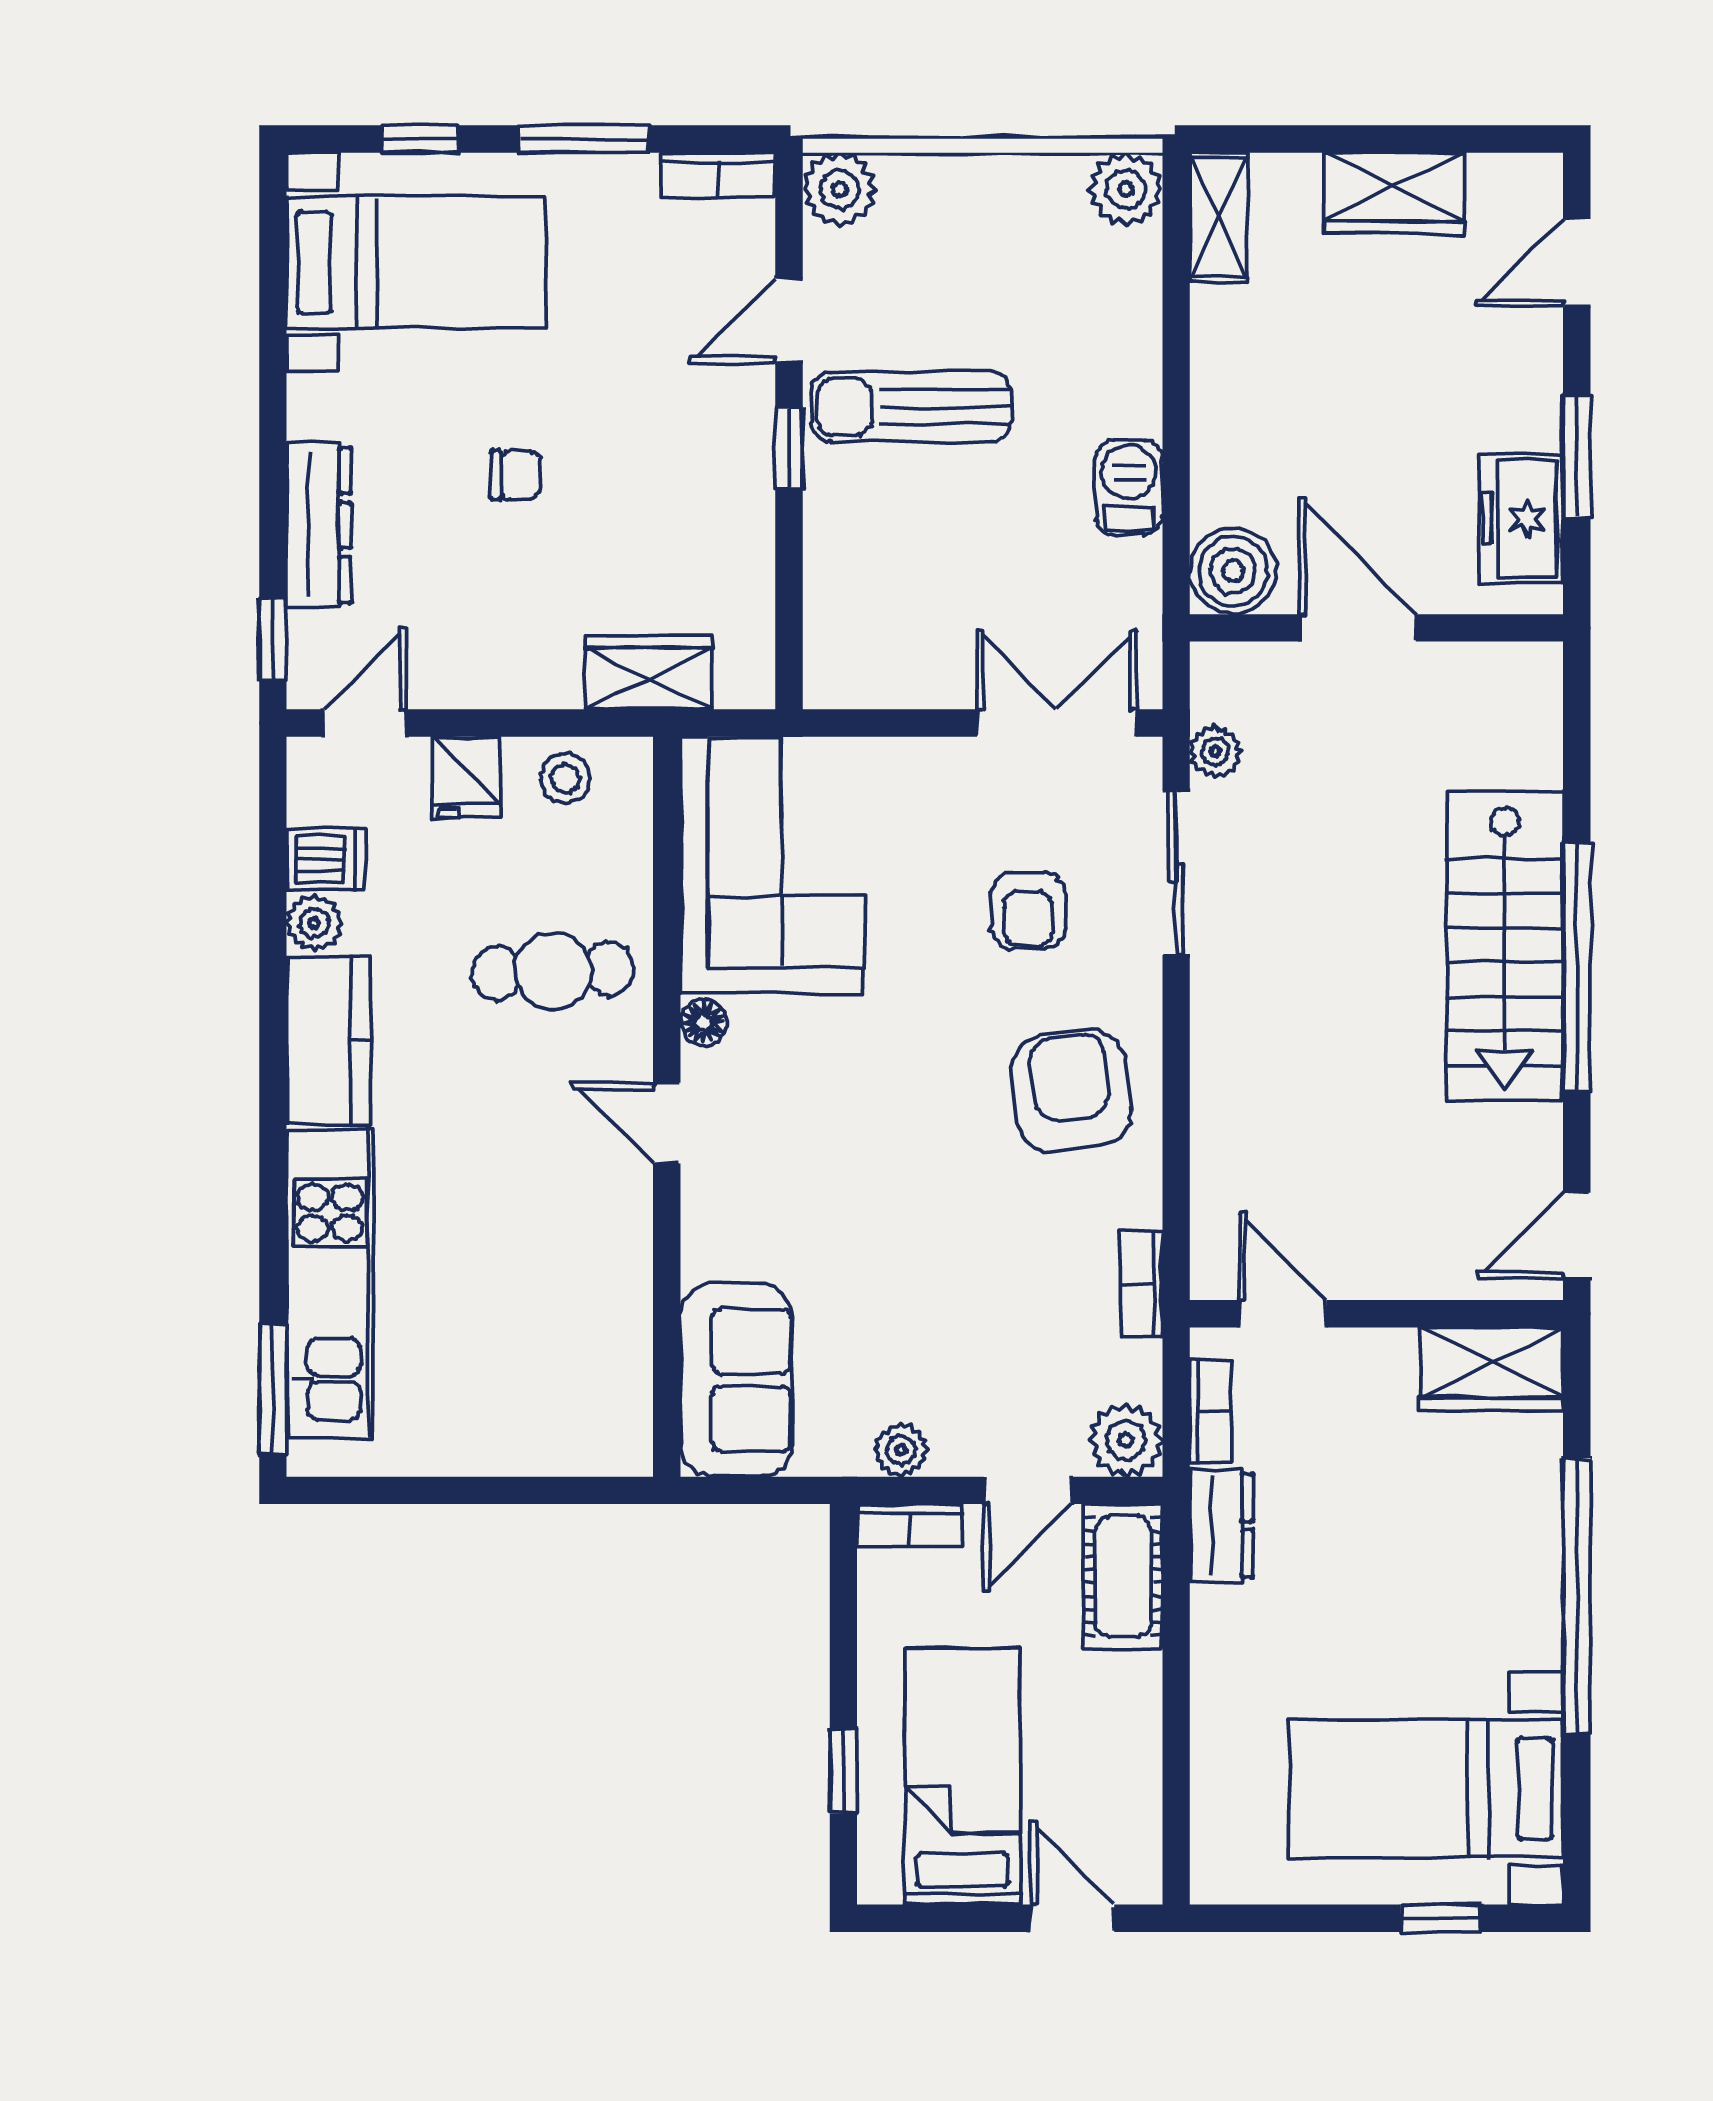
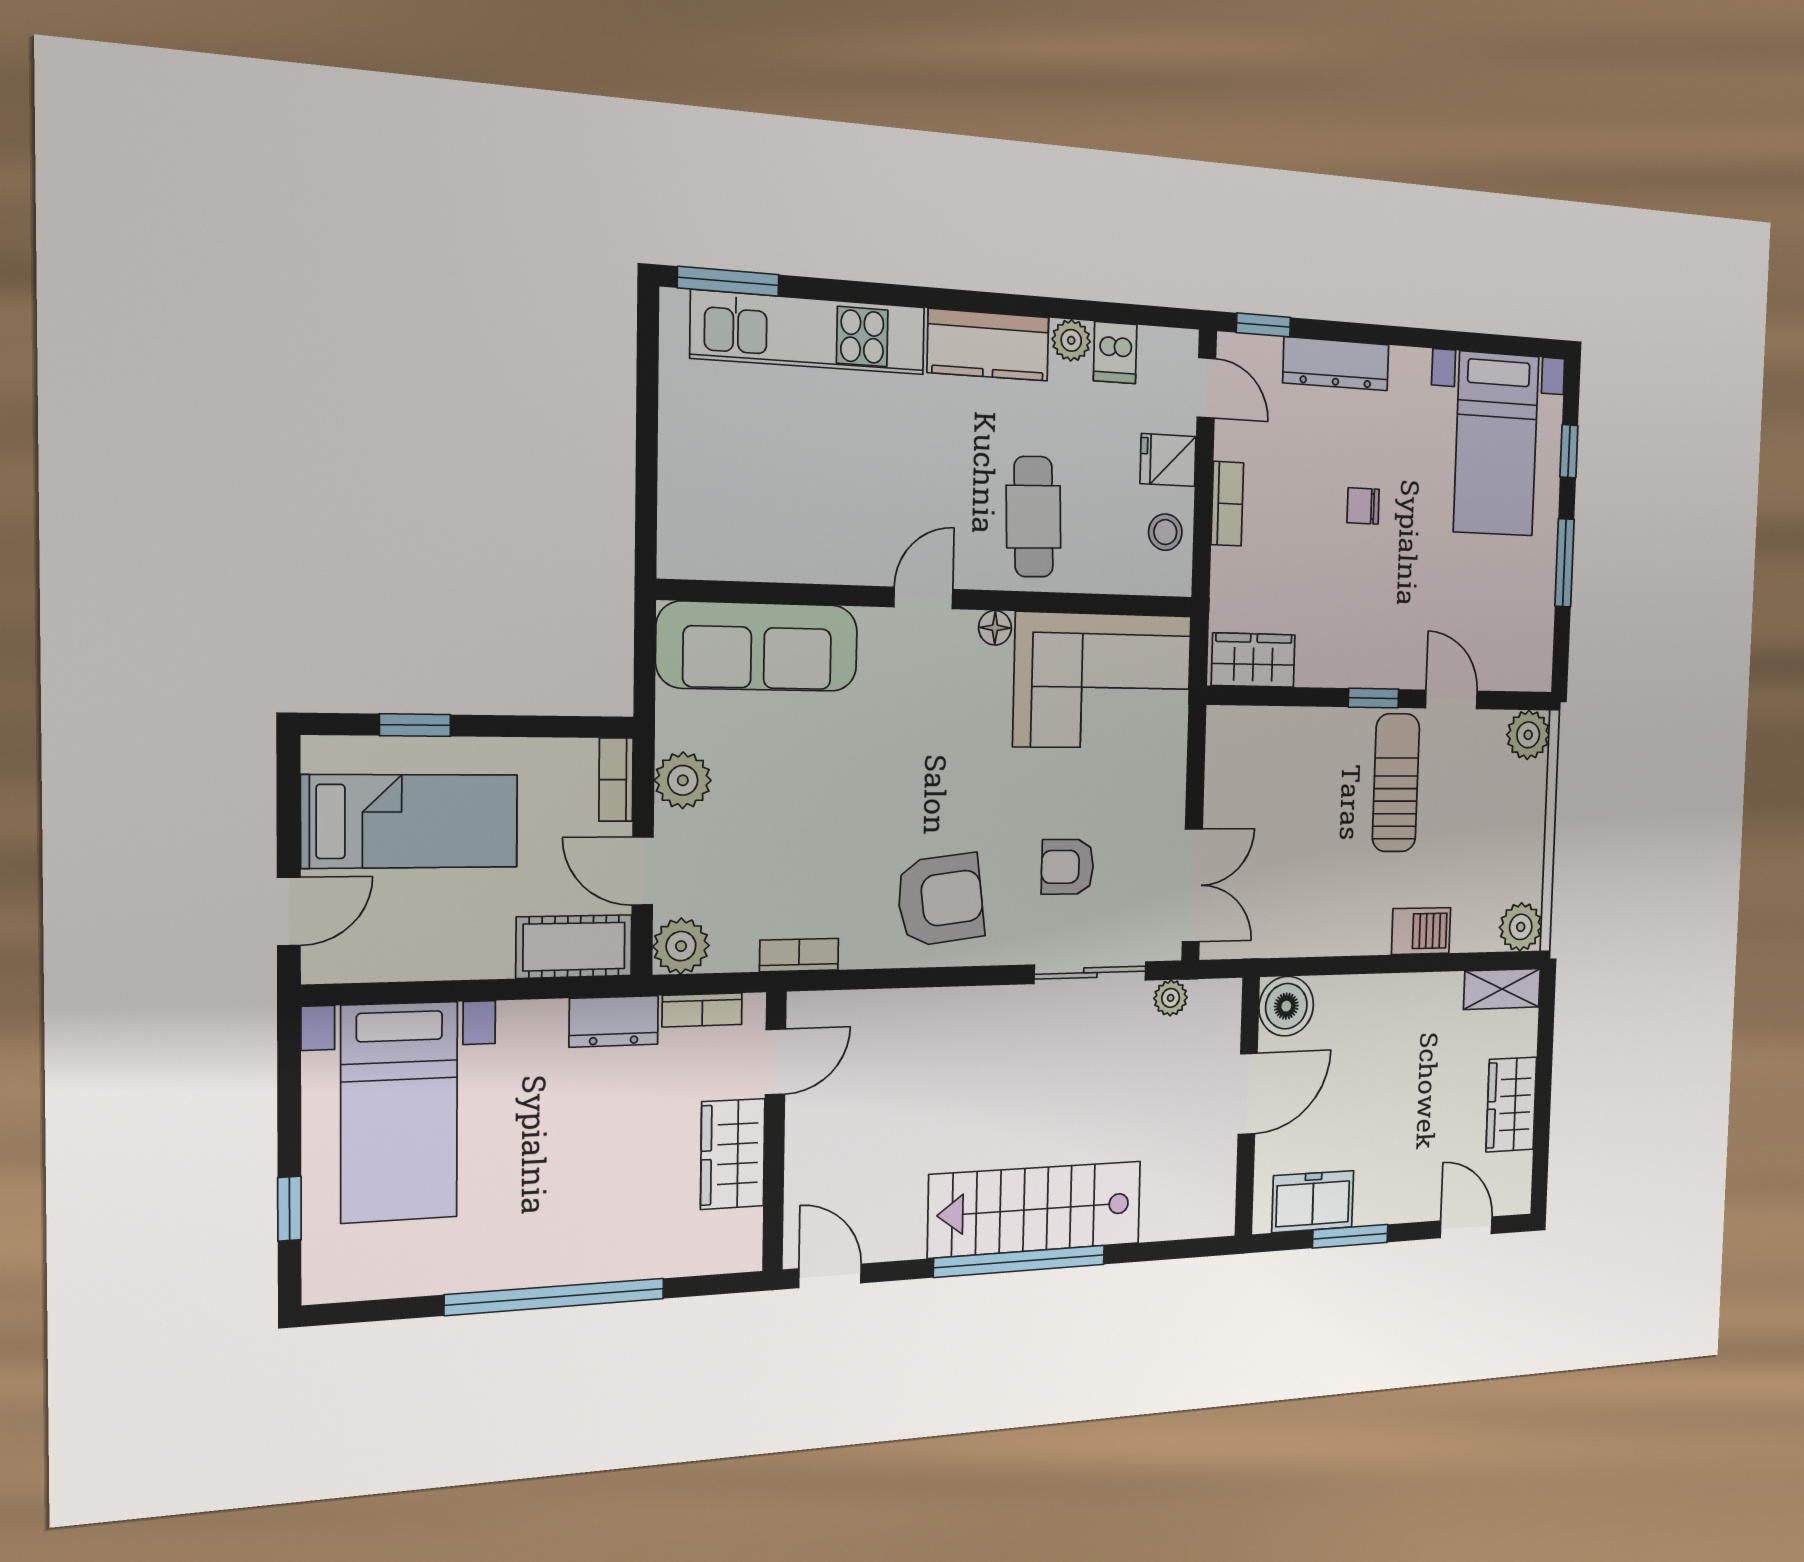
bookcase: (718, 176) -> (1227, 504), moved, turned 180
chair: (516, 475) -> (1363, 506), turned 90
barbecue: (1129, 487) -> (1421, 931), moved
wardrobe: (649, 673) -> (1253, 660), moved, turned -90
wardrobe: (1491, 1369) -> (733, 1154), moved
sofa: (736, 1380) -> (758, 646), width x1.36
plant: (901, 1450) -> (683, 780), width x1.38, depth x1.38
bed with nightstands: (1426, 1789) -> (399, 1112), moved, turned 180

